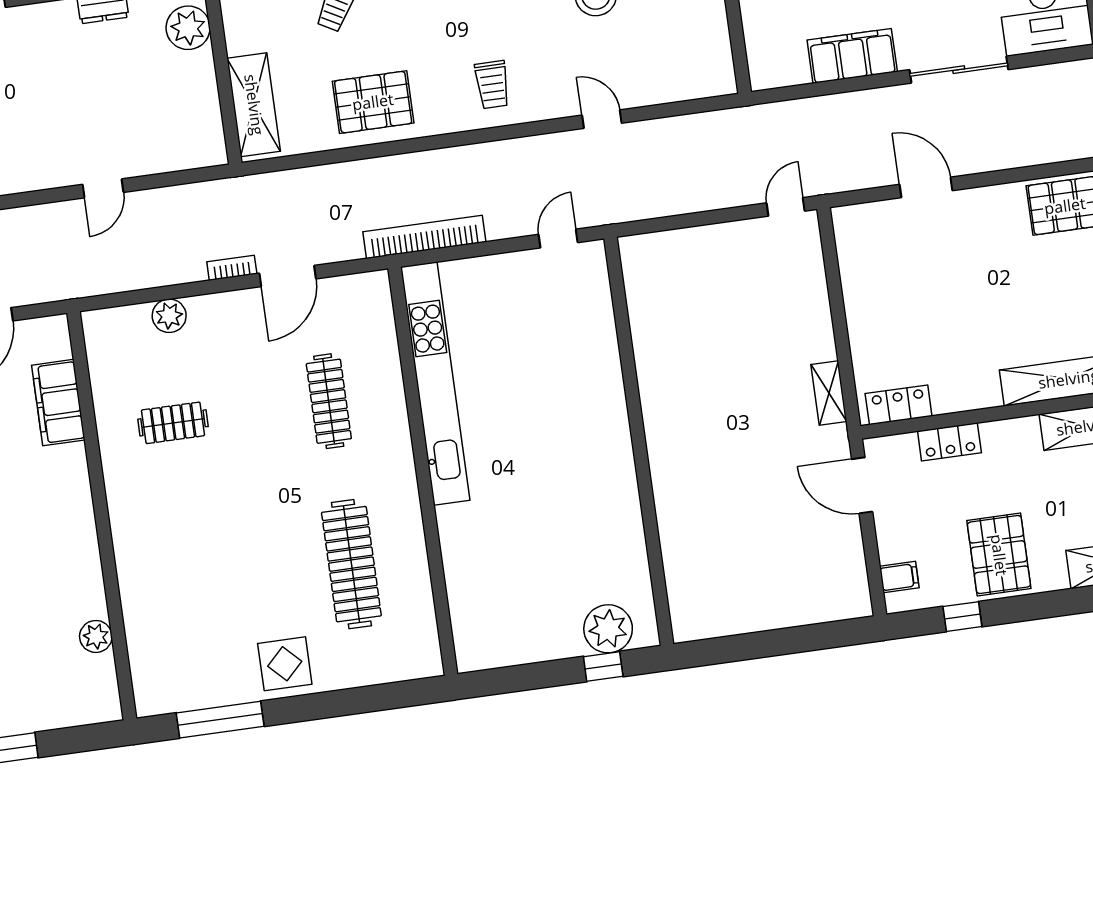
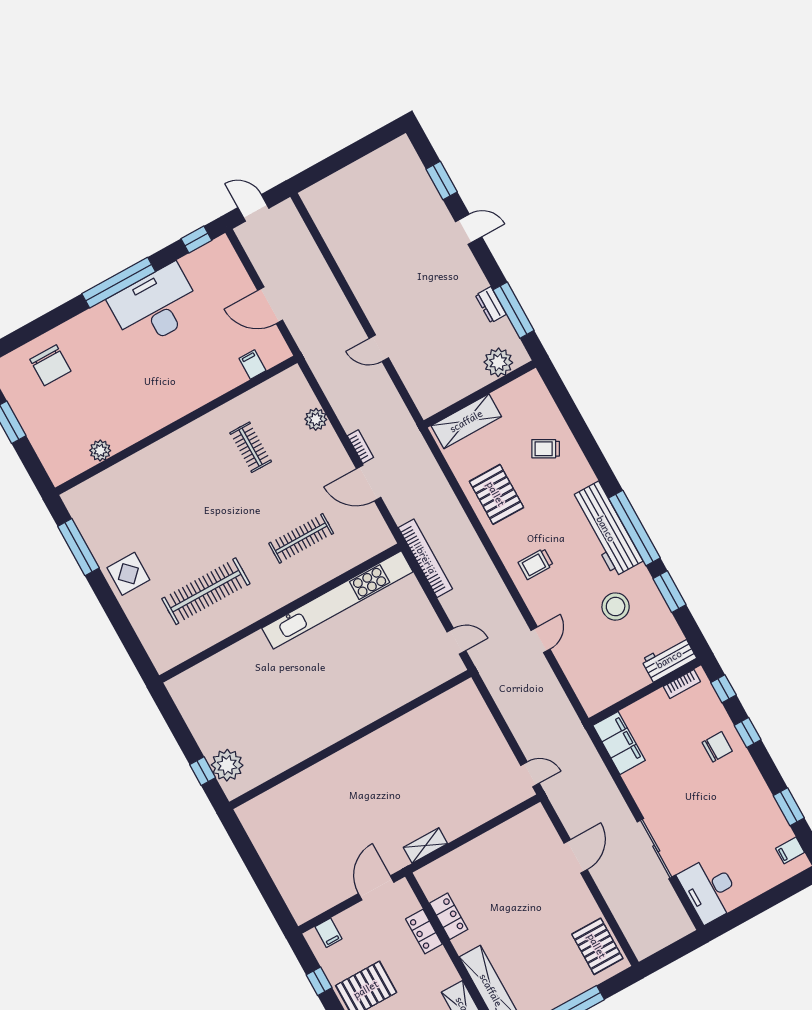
filing cabinet: (852, 56) -> (619, 743), moved
filing cabinet: (58, 403) -> (253, 365), width x0.33, depth x0.86
locker: (899, 405) -> (449, 916), moved

